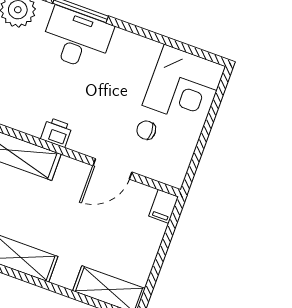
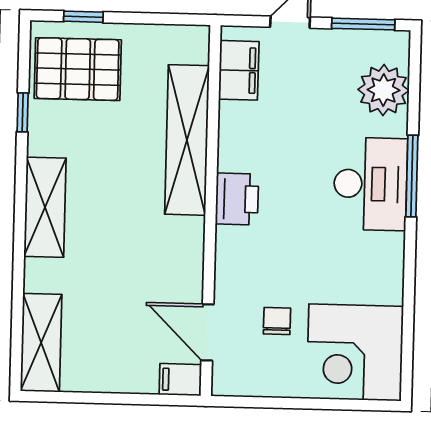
printer: (56, 132) -> (237, 199), width x1.36, depth x1.24
door: (112, 169) -> (207, 332), moved

